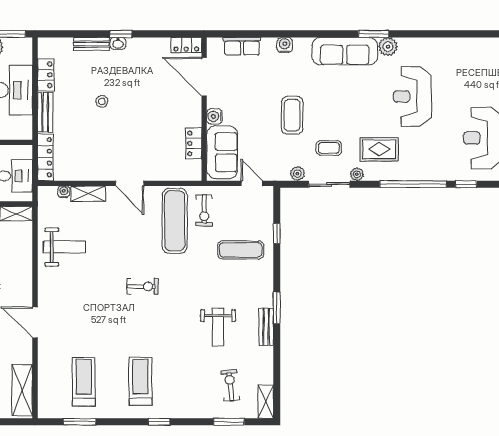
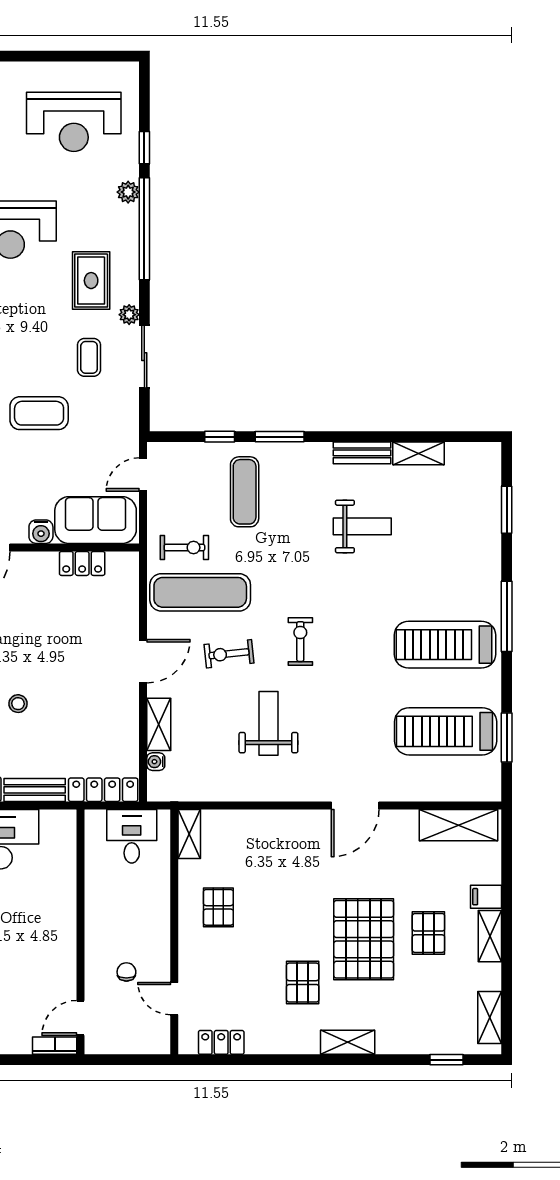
plant: (297, 174) -> (128, 192), moved
weight bench: (64, 247) -> (268, 723), moved
window: (277, 308) -> (280, 437), moved
treadmill: (140, 381) -> (445, 645), width x1.37, depth x1.38
treadmill: (84, 382) -> (446, 731), width x1.37, depth x1.38
exercise bike: (230, 385) -> (229, 654), moved
shelving: (266, 402) -> (418, 453), moved
window: (159, 422) -> (507, 616), width x2.17

